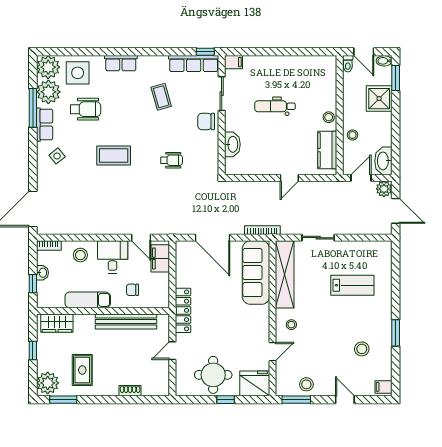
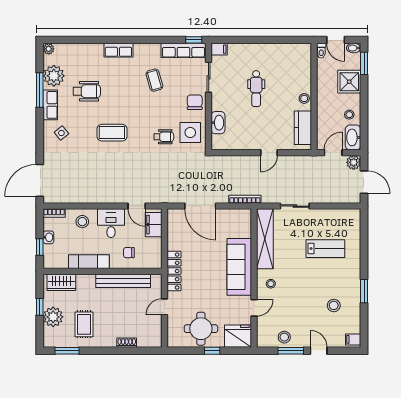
plant: (48, 67) -> (49, 49), width x0.53, depth x0.53
side table: (78, 73) -> (190, 132), moved
dental chair: (275, 106) -> (256, 89), turned -90
chair: (206, 121) -> (195, 102), turned 90
stool: (353, 135) -> (349, 115), moved
sofa: (256, 273) -> (239, 267), moved
plant: (48, 383) -> (53, 317), moved
window: (296, 400) -> (291, 351), moved

